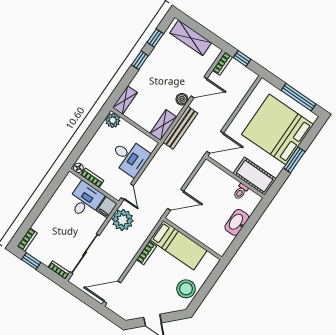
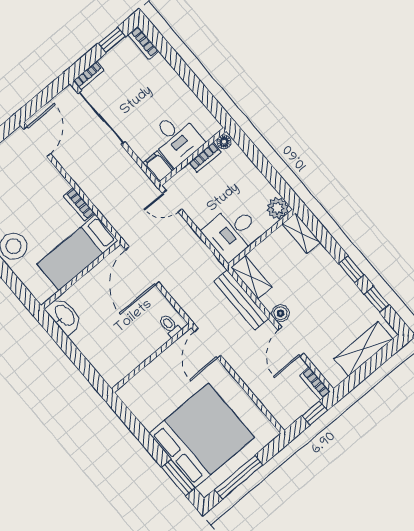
desk: (130, 157) -> (232, 232), moved
window: (294, 160) -> (178, 477), moved
cot: (255, 176) -> (145, 386), removed
toilet: (241, 192) -> (170, 326), moved
door: (176, 200) -> (142, 266), width x1.36
plant: (123, 220) -> (134, 184), removed
washbasin: (237, 222) -> (64, 316), moved

